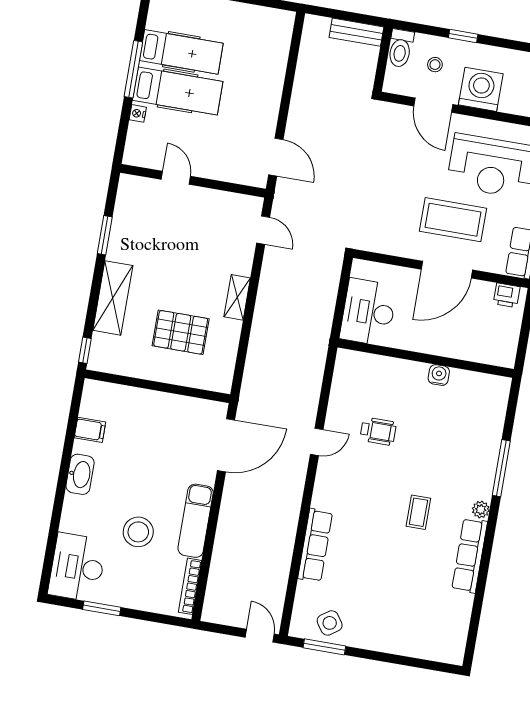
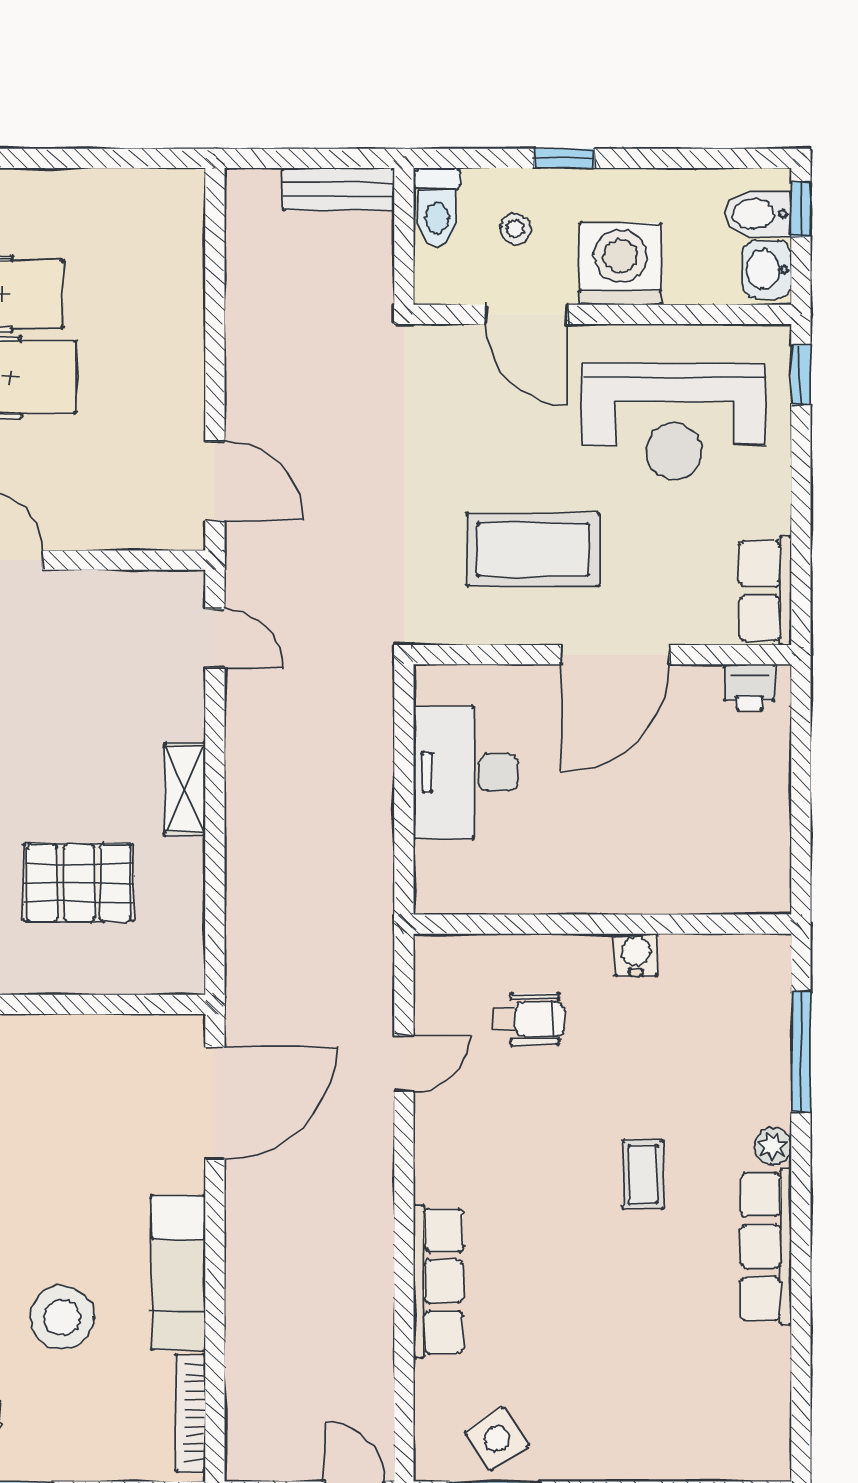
coffee table: (453, 220) -> (533, 550), moved
wall: (426, 358) -> (602, 924), moved
water cooler: (439, 375) -> (636, 955), moved

